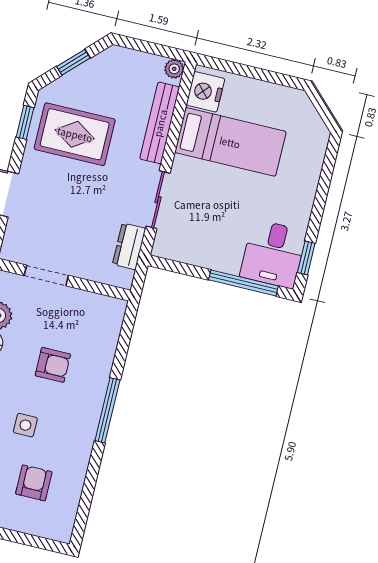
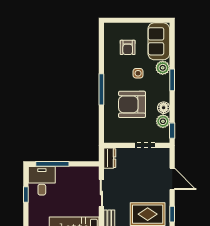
dresser: (129, 246) -> (110, 158), moved
window: (306, 258) -> (26, 195), moved
armchair: (53, 365) -> (132, 104), width x1.88, depth x1.88

